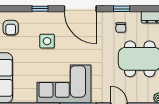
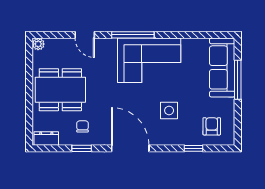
window: (40, 9) -> (193, 148), moved

